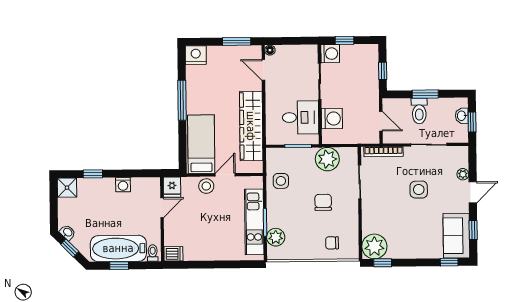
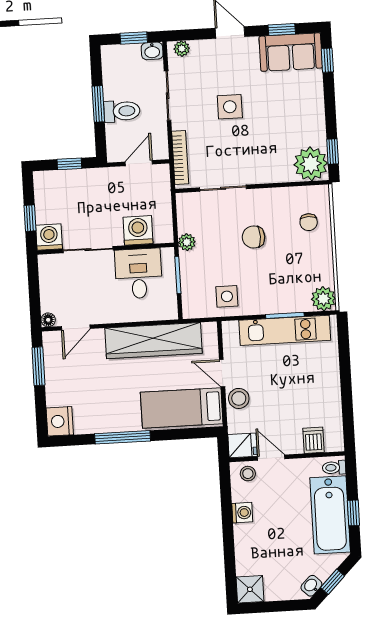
washbasin: (462, 116) -> (152, 51), moved
plant: (327, 159) -> (187, 242), width x0.53, depth x0.53
window: (93, 174) -> (229, 555), removed
plant: (463, 174) -> (182, 49), moved
stool: (151, 190) -> (248, 474), added
plant: (276, 237) -> (323, 299), moved
dishwasher: (173, 254) -> (313, 440), moved

